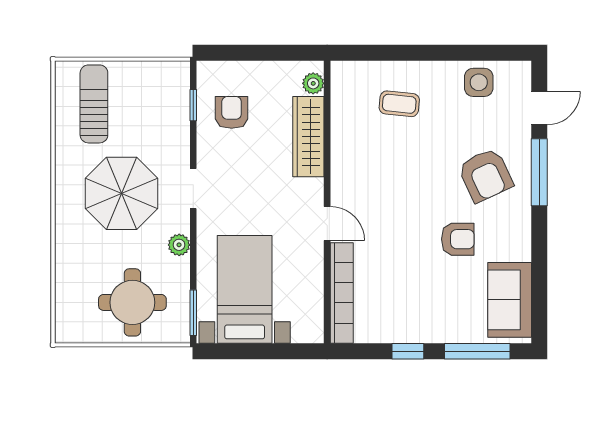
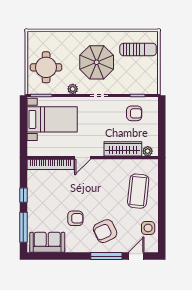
coffee table: (399, 104) -> (138, 191), width x1.86, depth x1.72
door: (539, 108) -> (136, 256), swing flipped
armchair: (458, 239) -> (75, 218), turned -90

